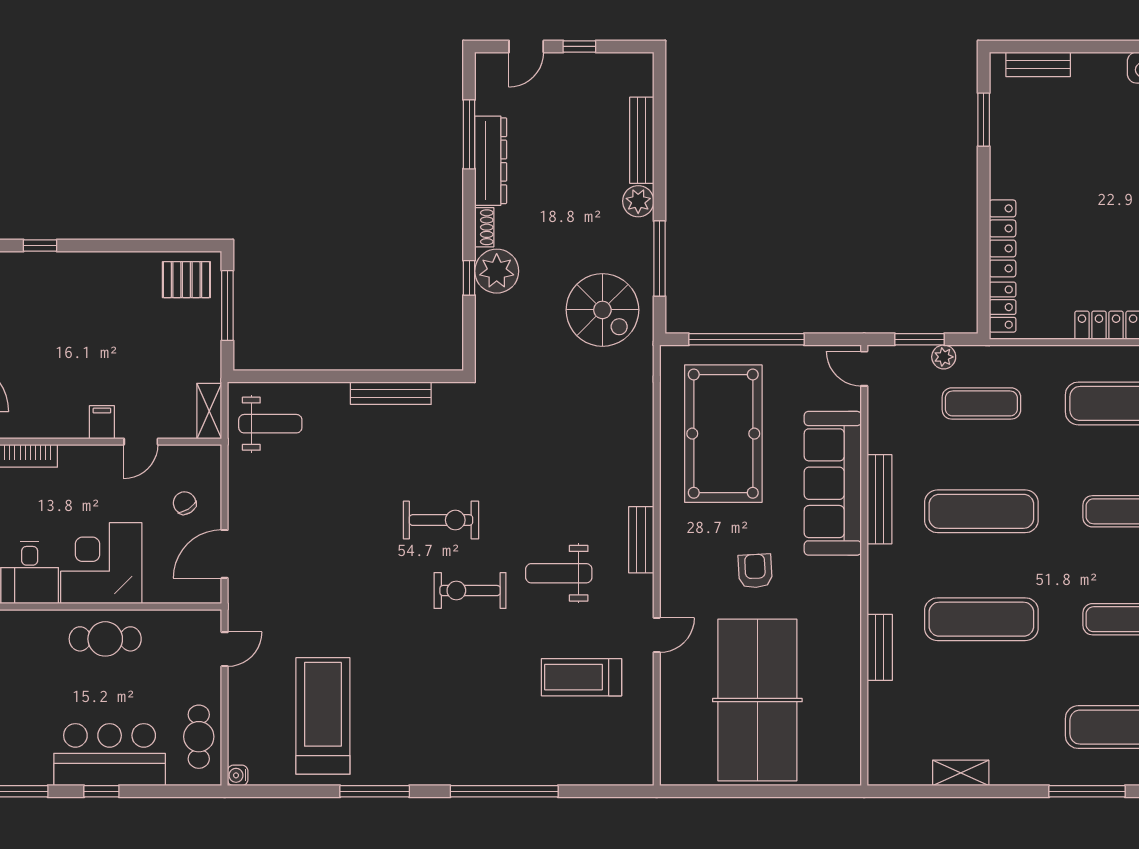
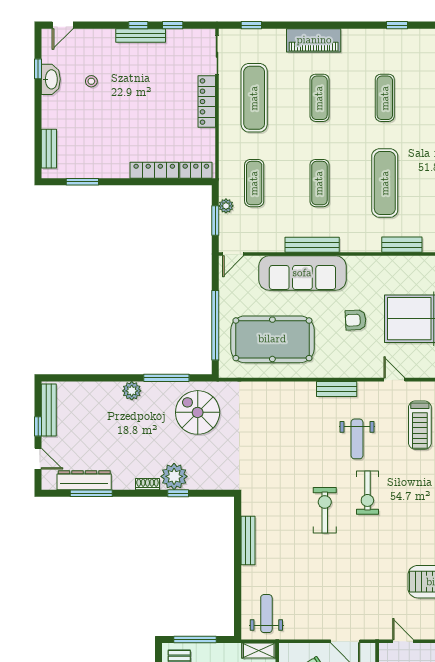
bench: (642, 140) -> (49, 410), moved, turned 90
dresser: (491, 161) -> (84, 480), moved
spiral stairs: (602, 310) -> (198, 412), turned -90
exercise mat: (981, 511) -> (319, 183), width x0.73, depth x0.69

